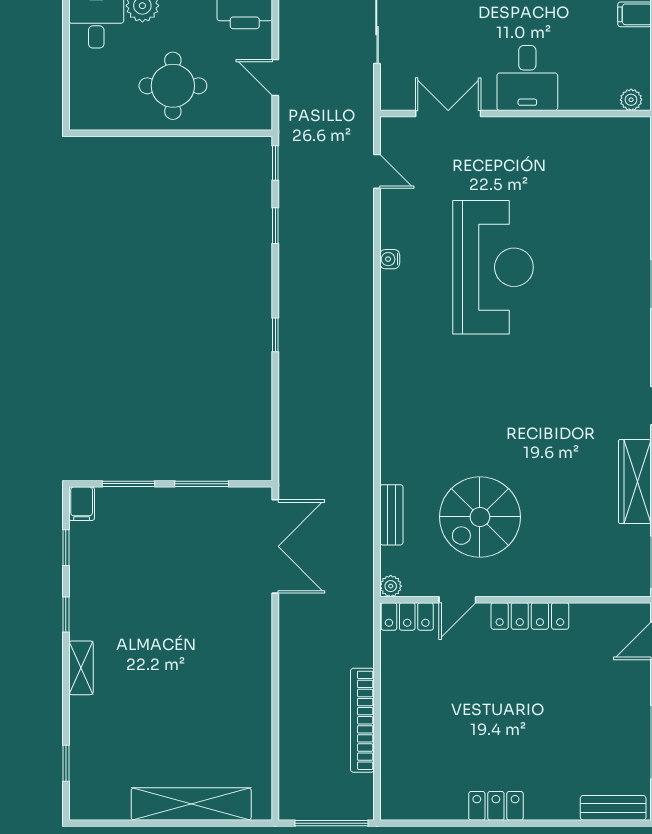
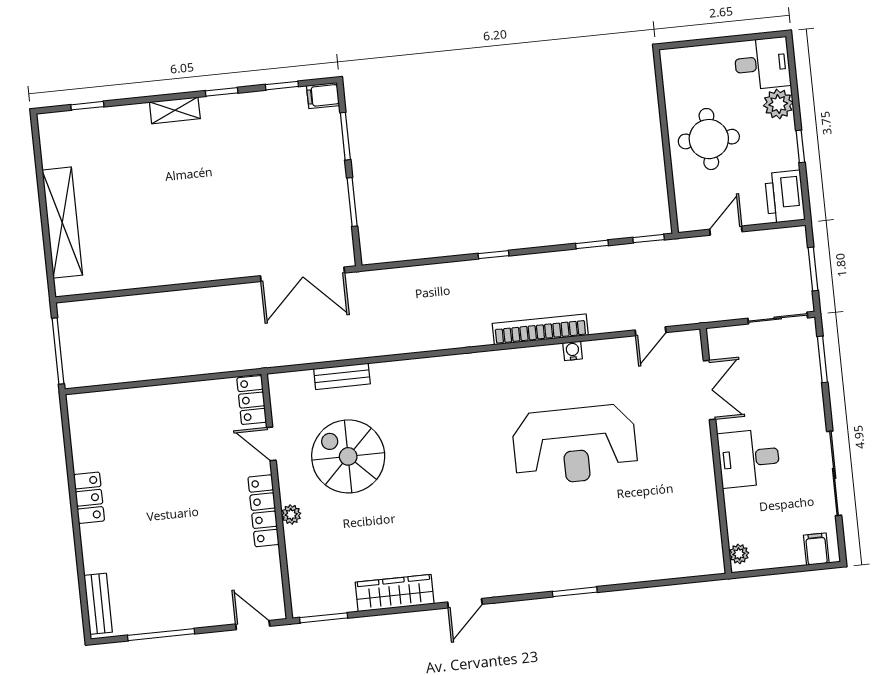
plant: (391, 586) -> (291, 514), moved
bookcase: (362, 720) -> (540, 329), moved

